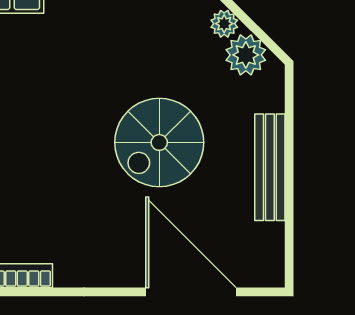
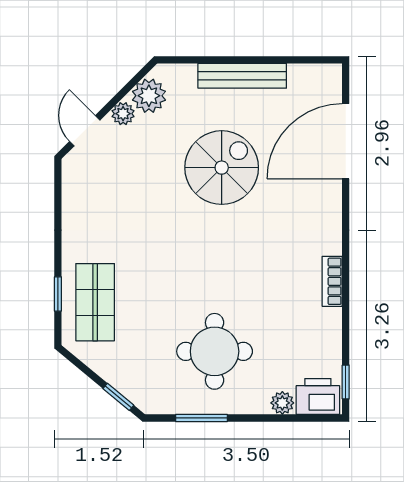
spiral stairs: (159, 142) -> (222, 168), turned -90

